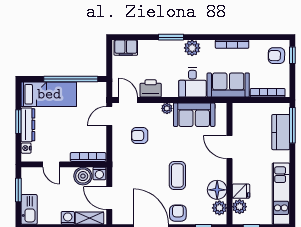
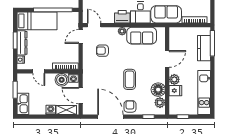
printer: (151, 88) -> (122, 17), moved
door: (230, 147) -> (167, 59), swing flipped
plant: (240, 207) -> (174, 79), moved

